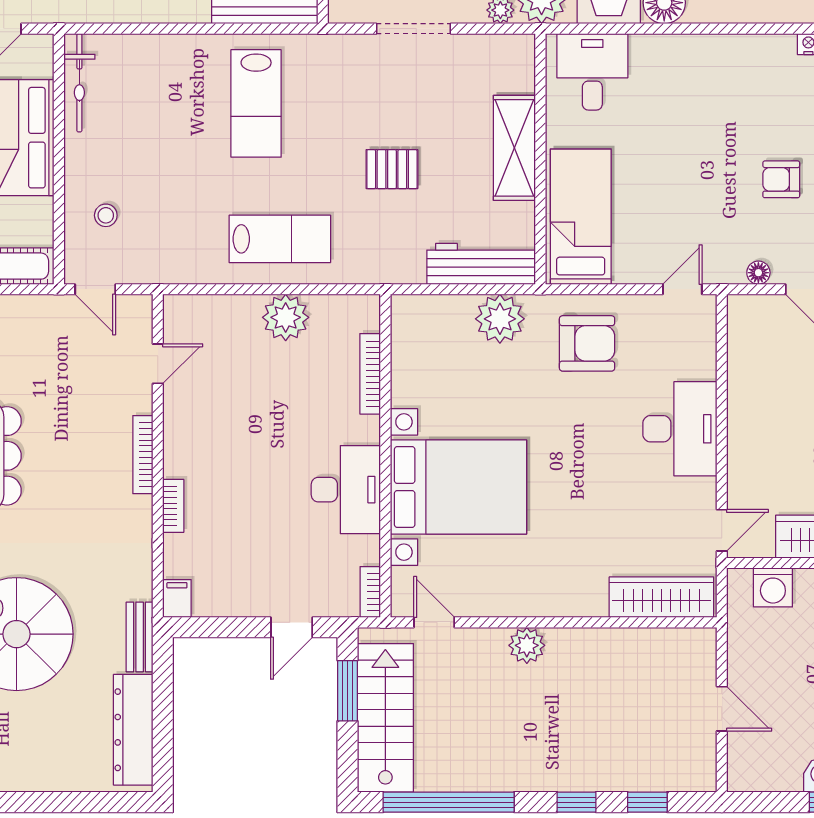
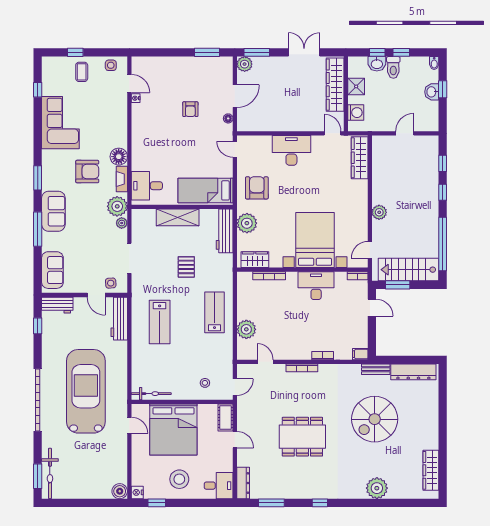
lab bench: (256, 103) -> (160, 322), turned 90
plant: (286, 317) -> (246, 329), moved
wardrobe: (410, 339) -> (255, 260), added

